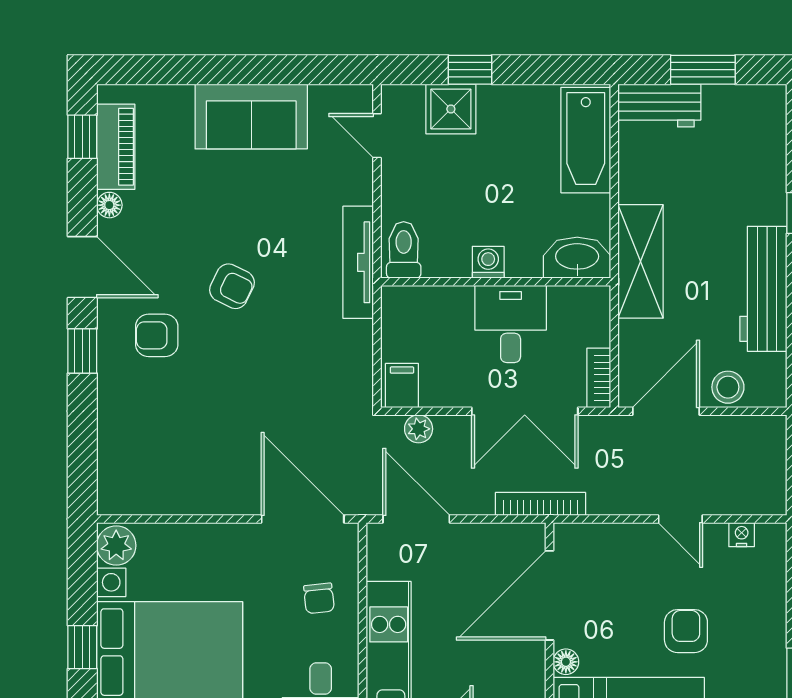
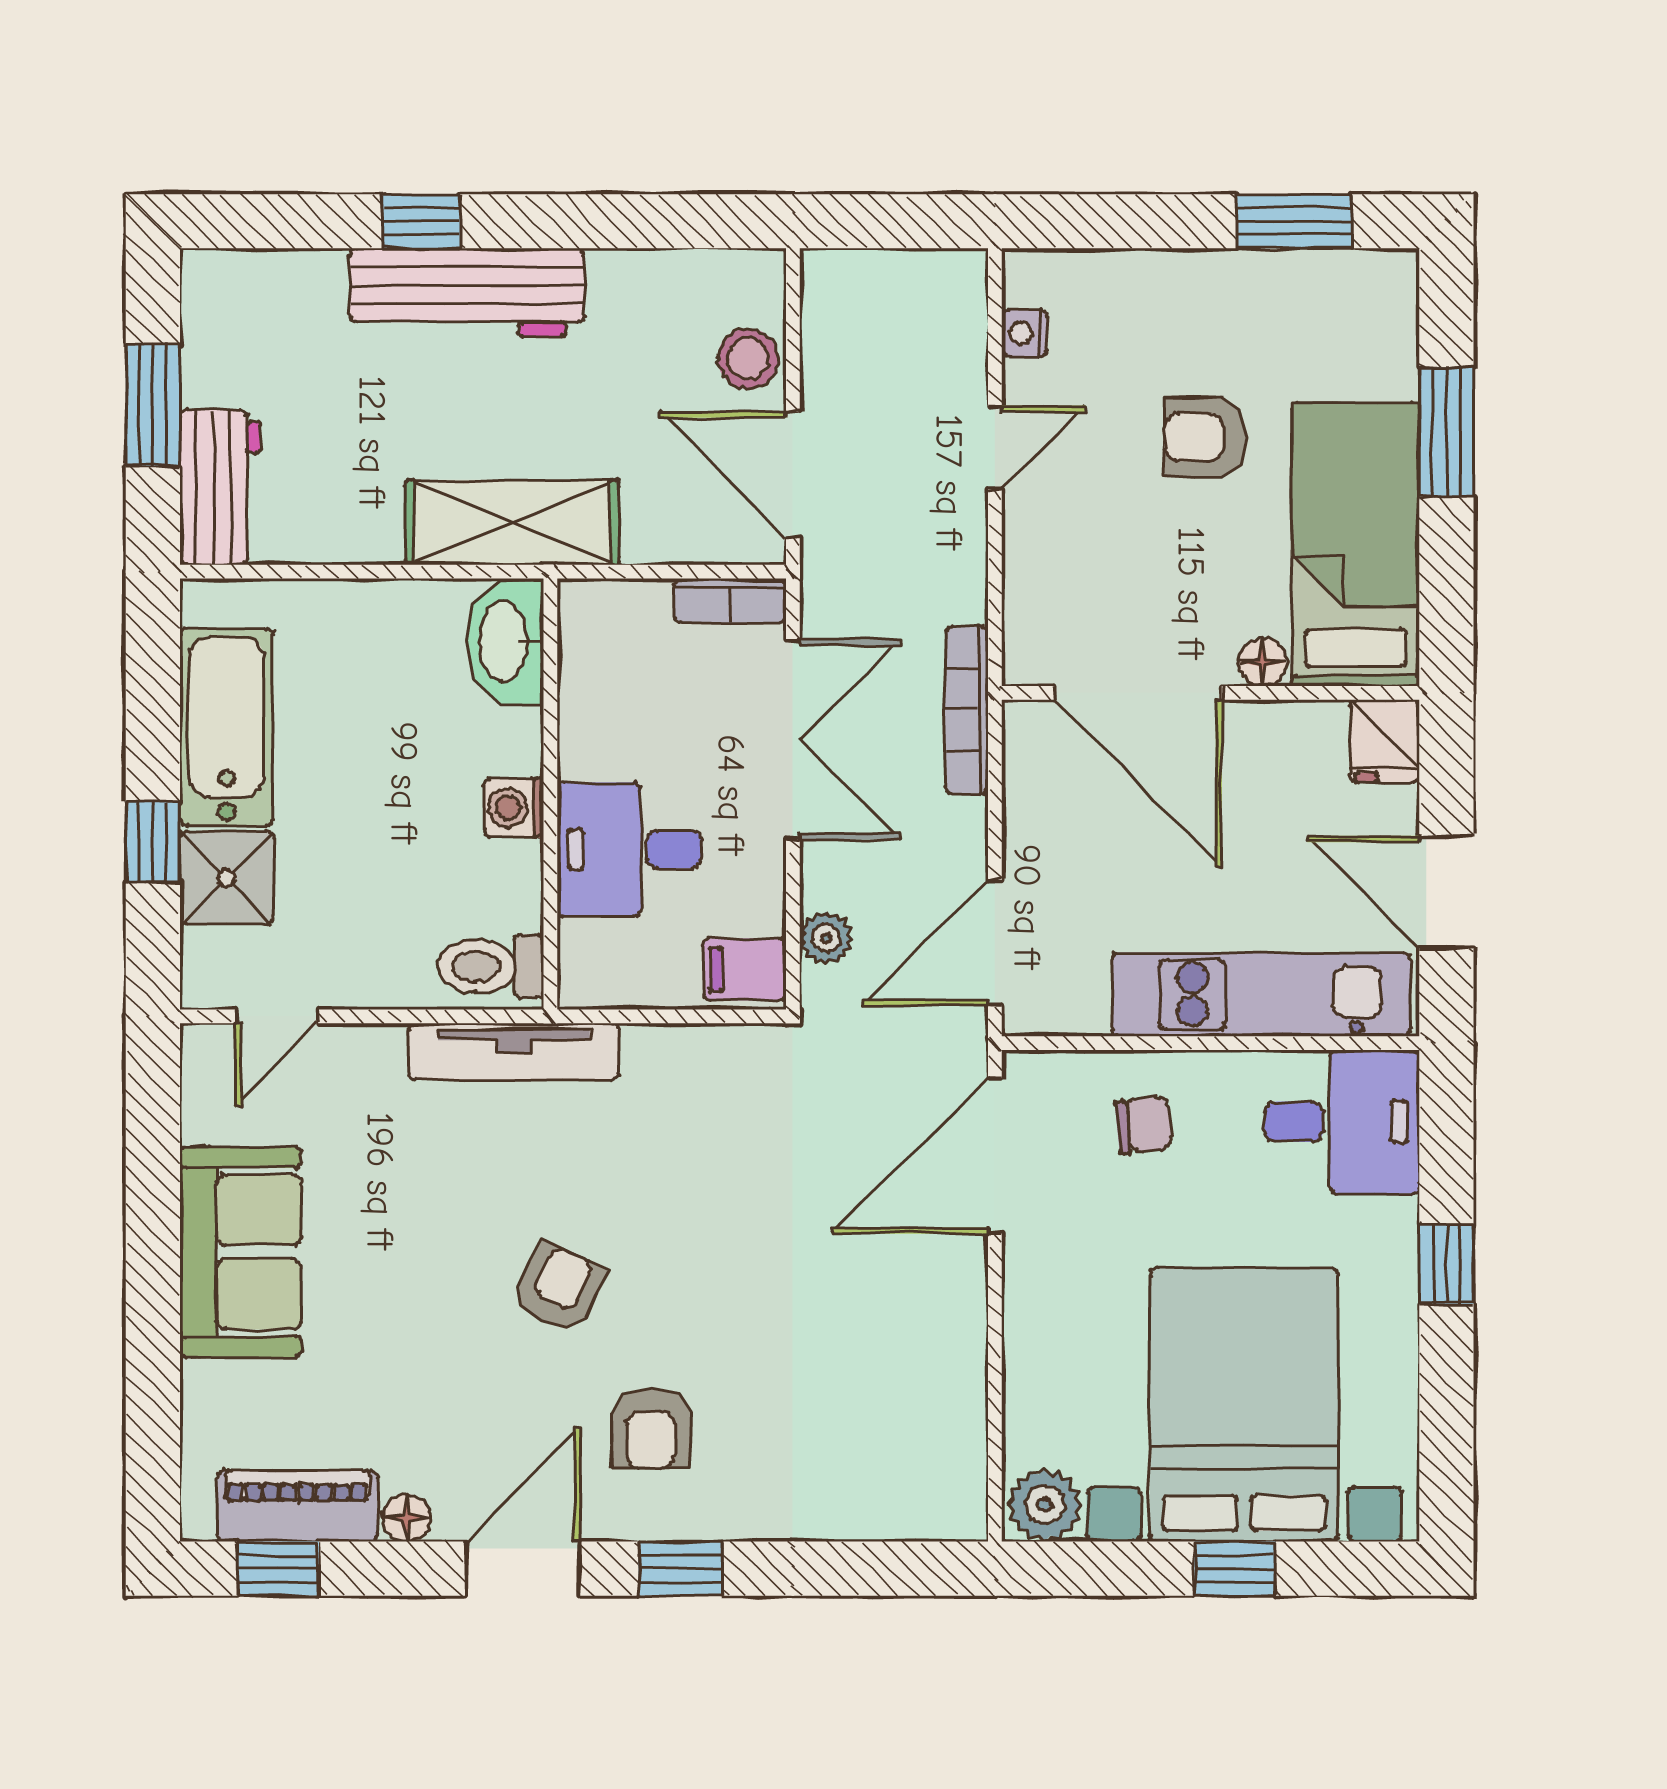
bathtub: (586, 140) -> (226, 727), moved, turned -90
workbench: (763, 289) -> (467, 292), moved
desk: (511, 324) -> (629, 850), moved

